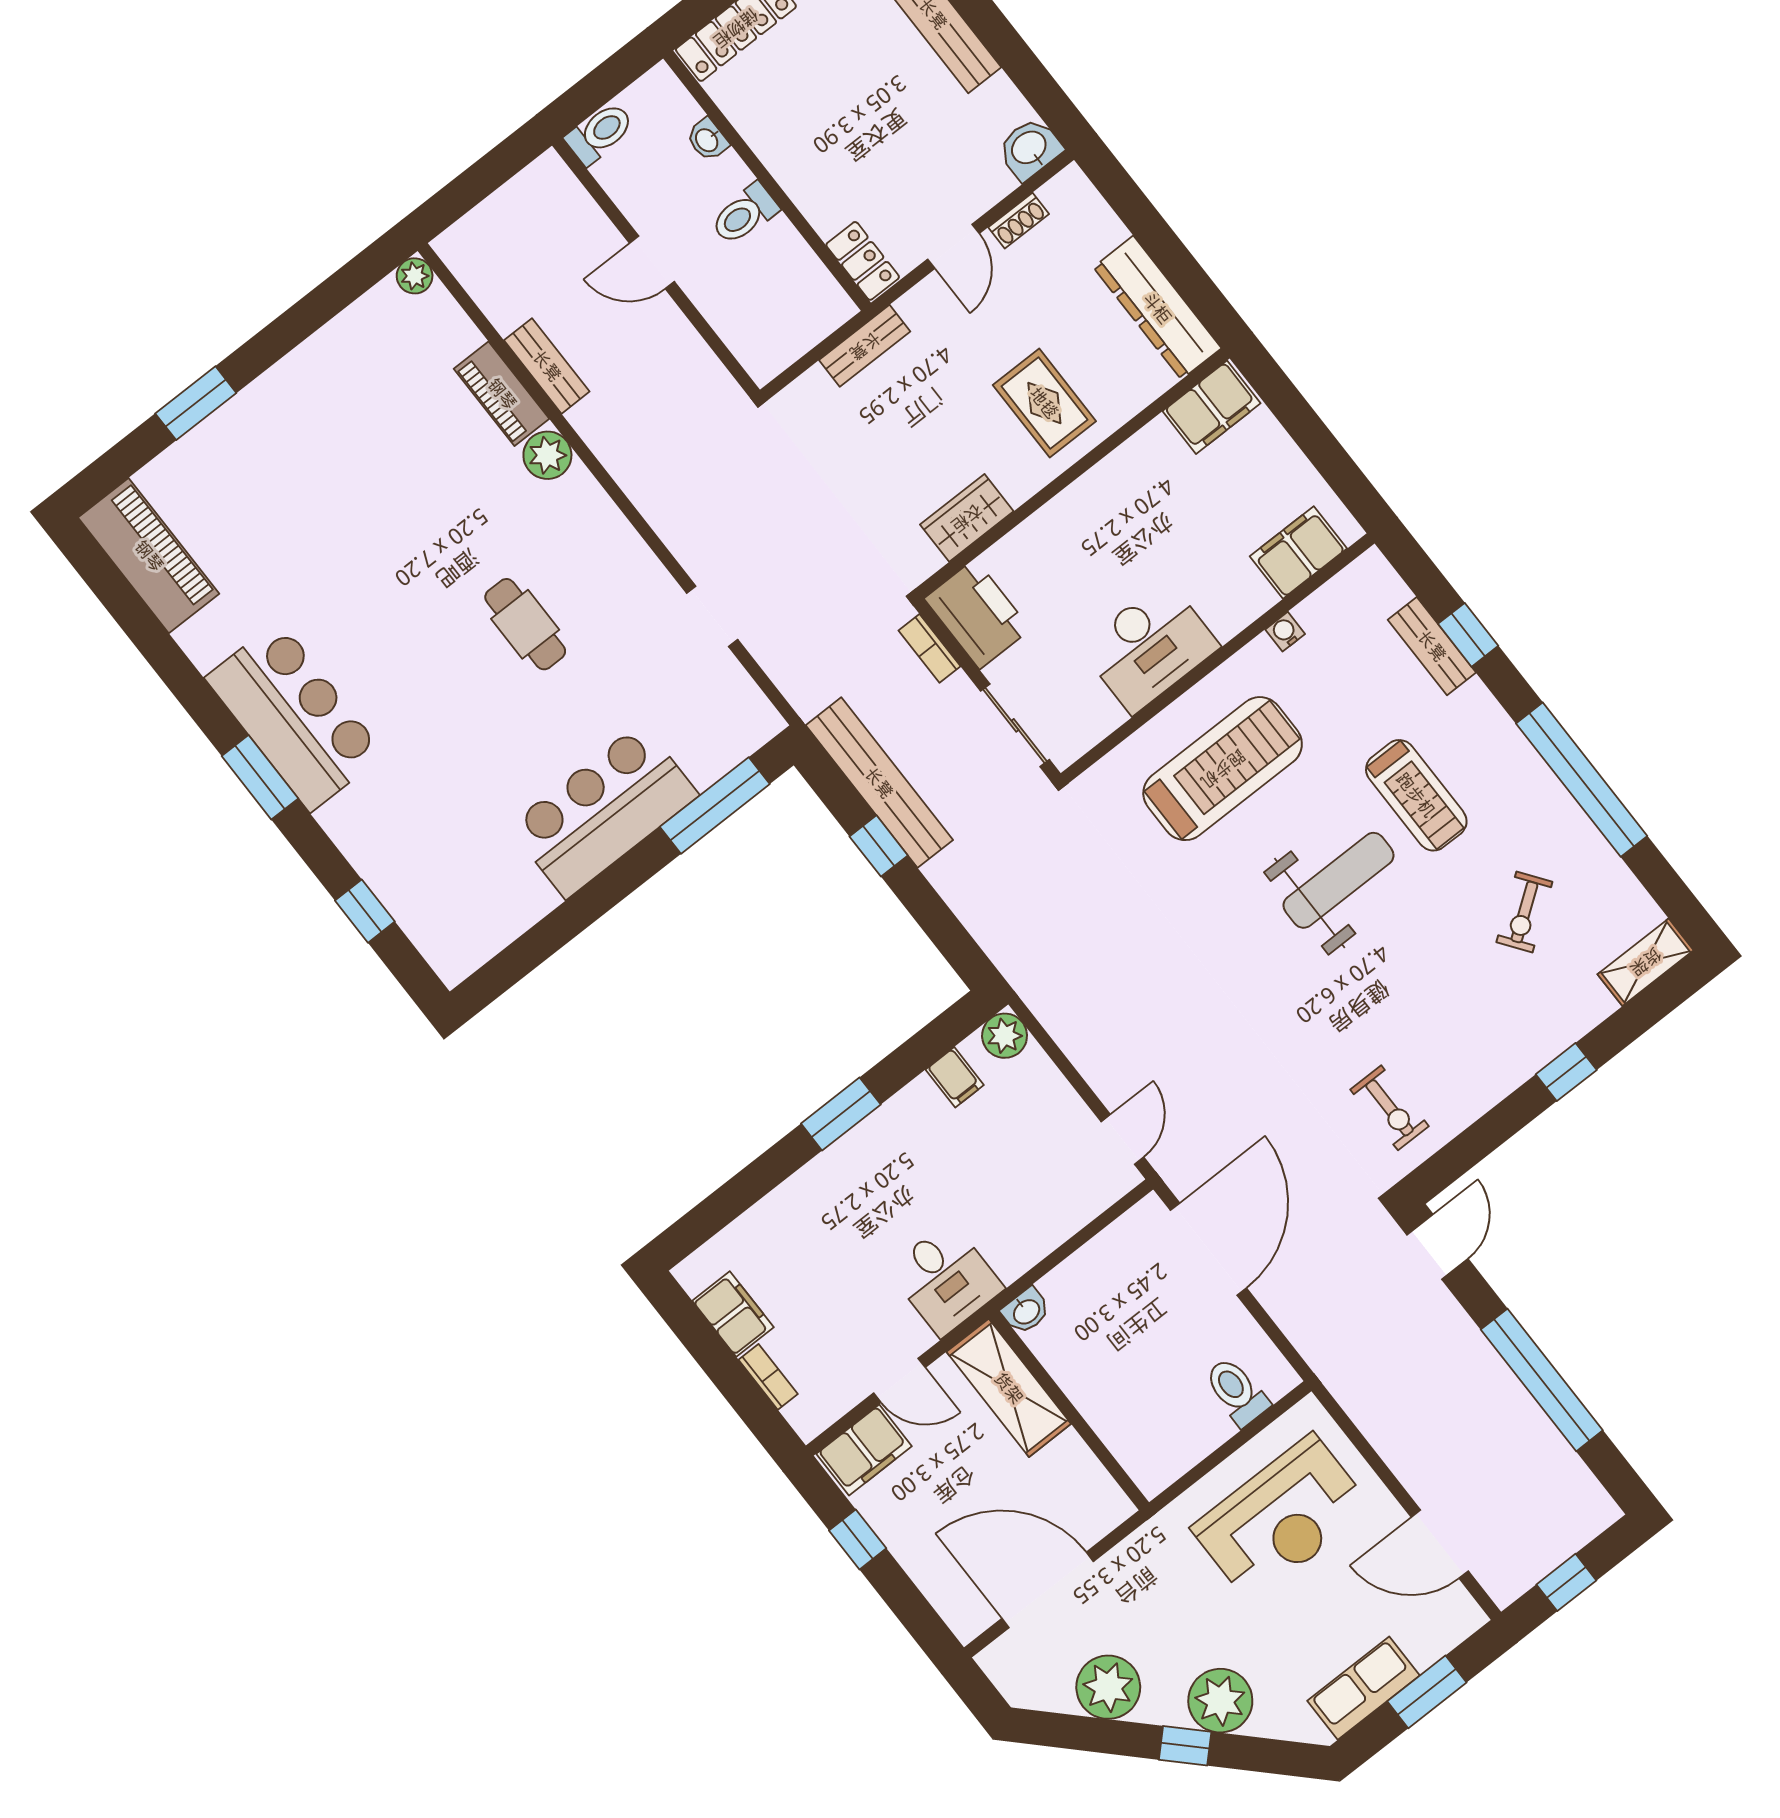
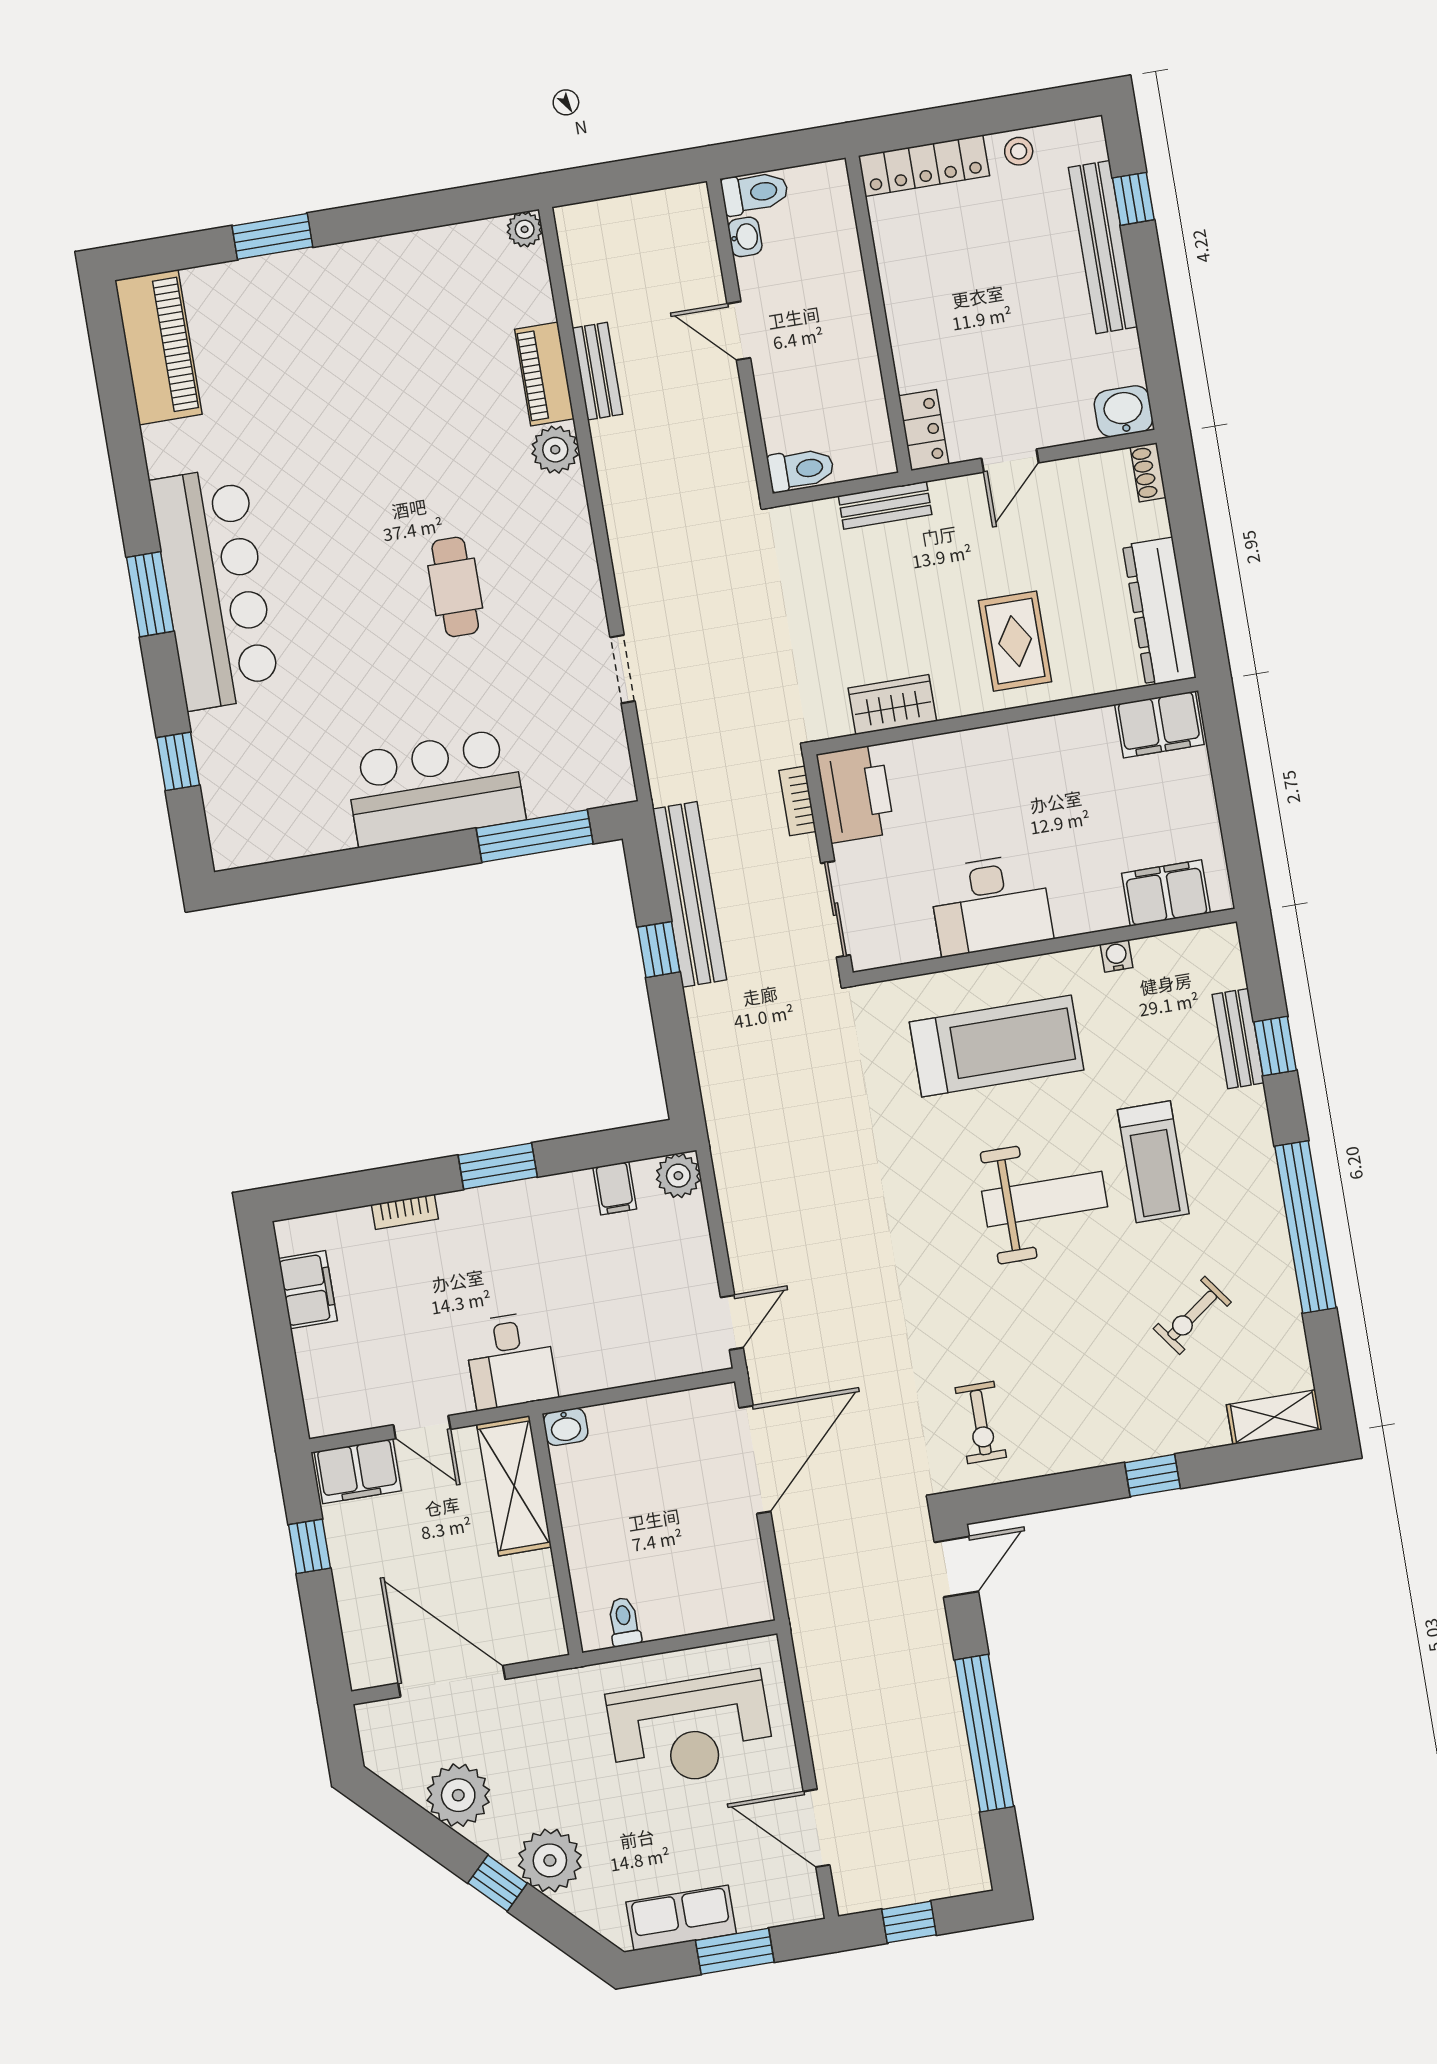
washbasin: (707, 140) -> (745, 237), moved, turned 180
toilet: (744, 214) -> (801, 469), moved, turned 180
shoe rack: (1019, 221) -> (1148, 472), moved, turned 90
bar counter: (295, 716) -> (215, 588), width x1.36
bookcase: (768, 1377) -> (405, 1212), moved, turned 90
toilet: (1237, 1392) -> (624, 1622), moved, width x0.73, depth x0.72

